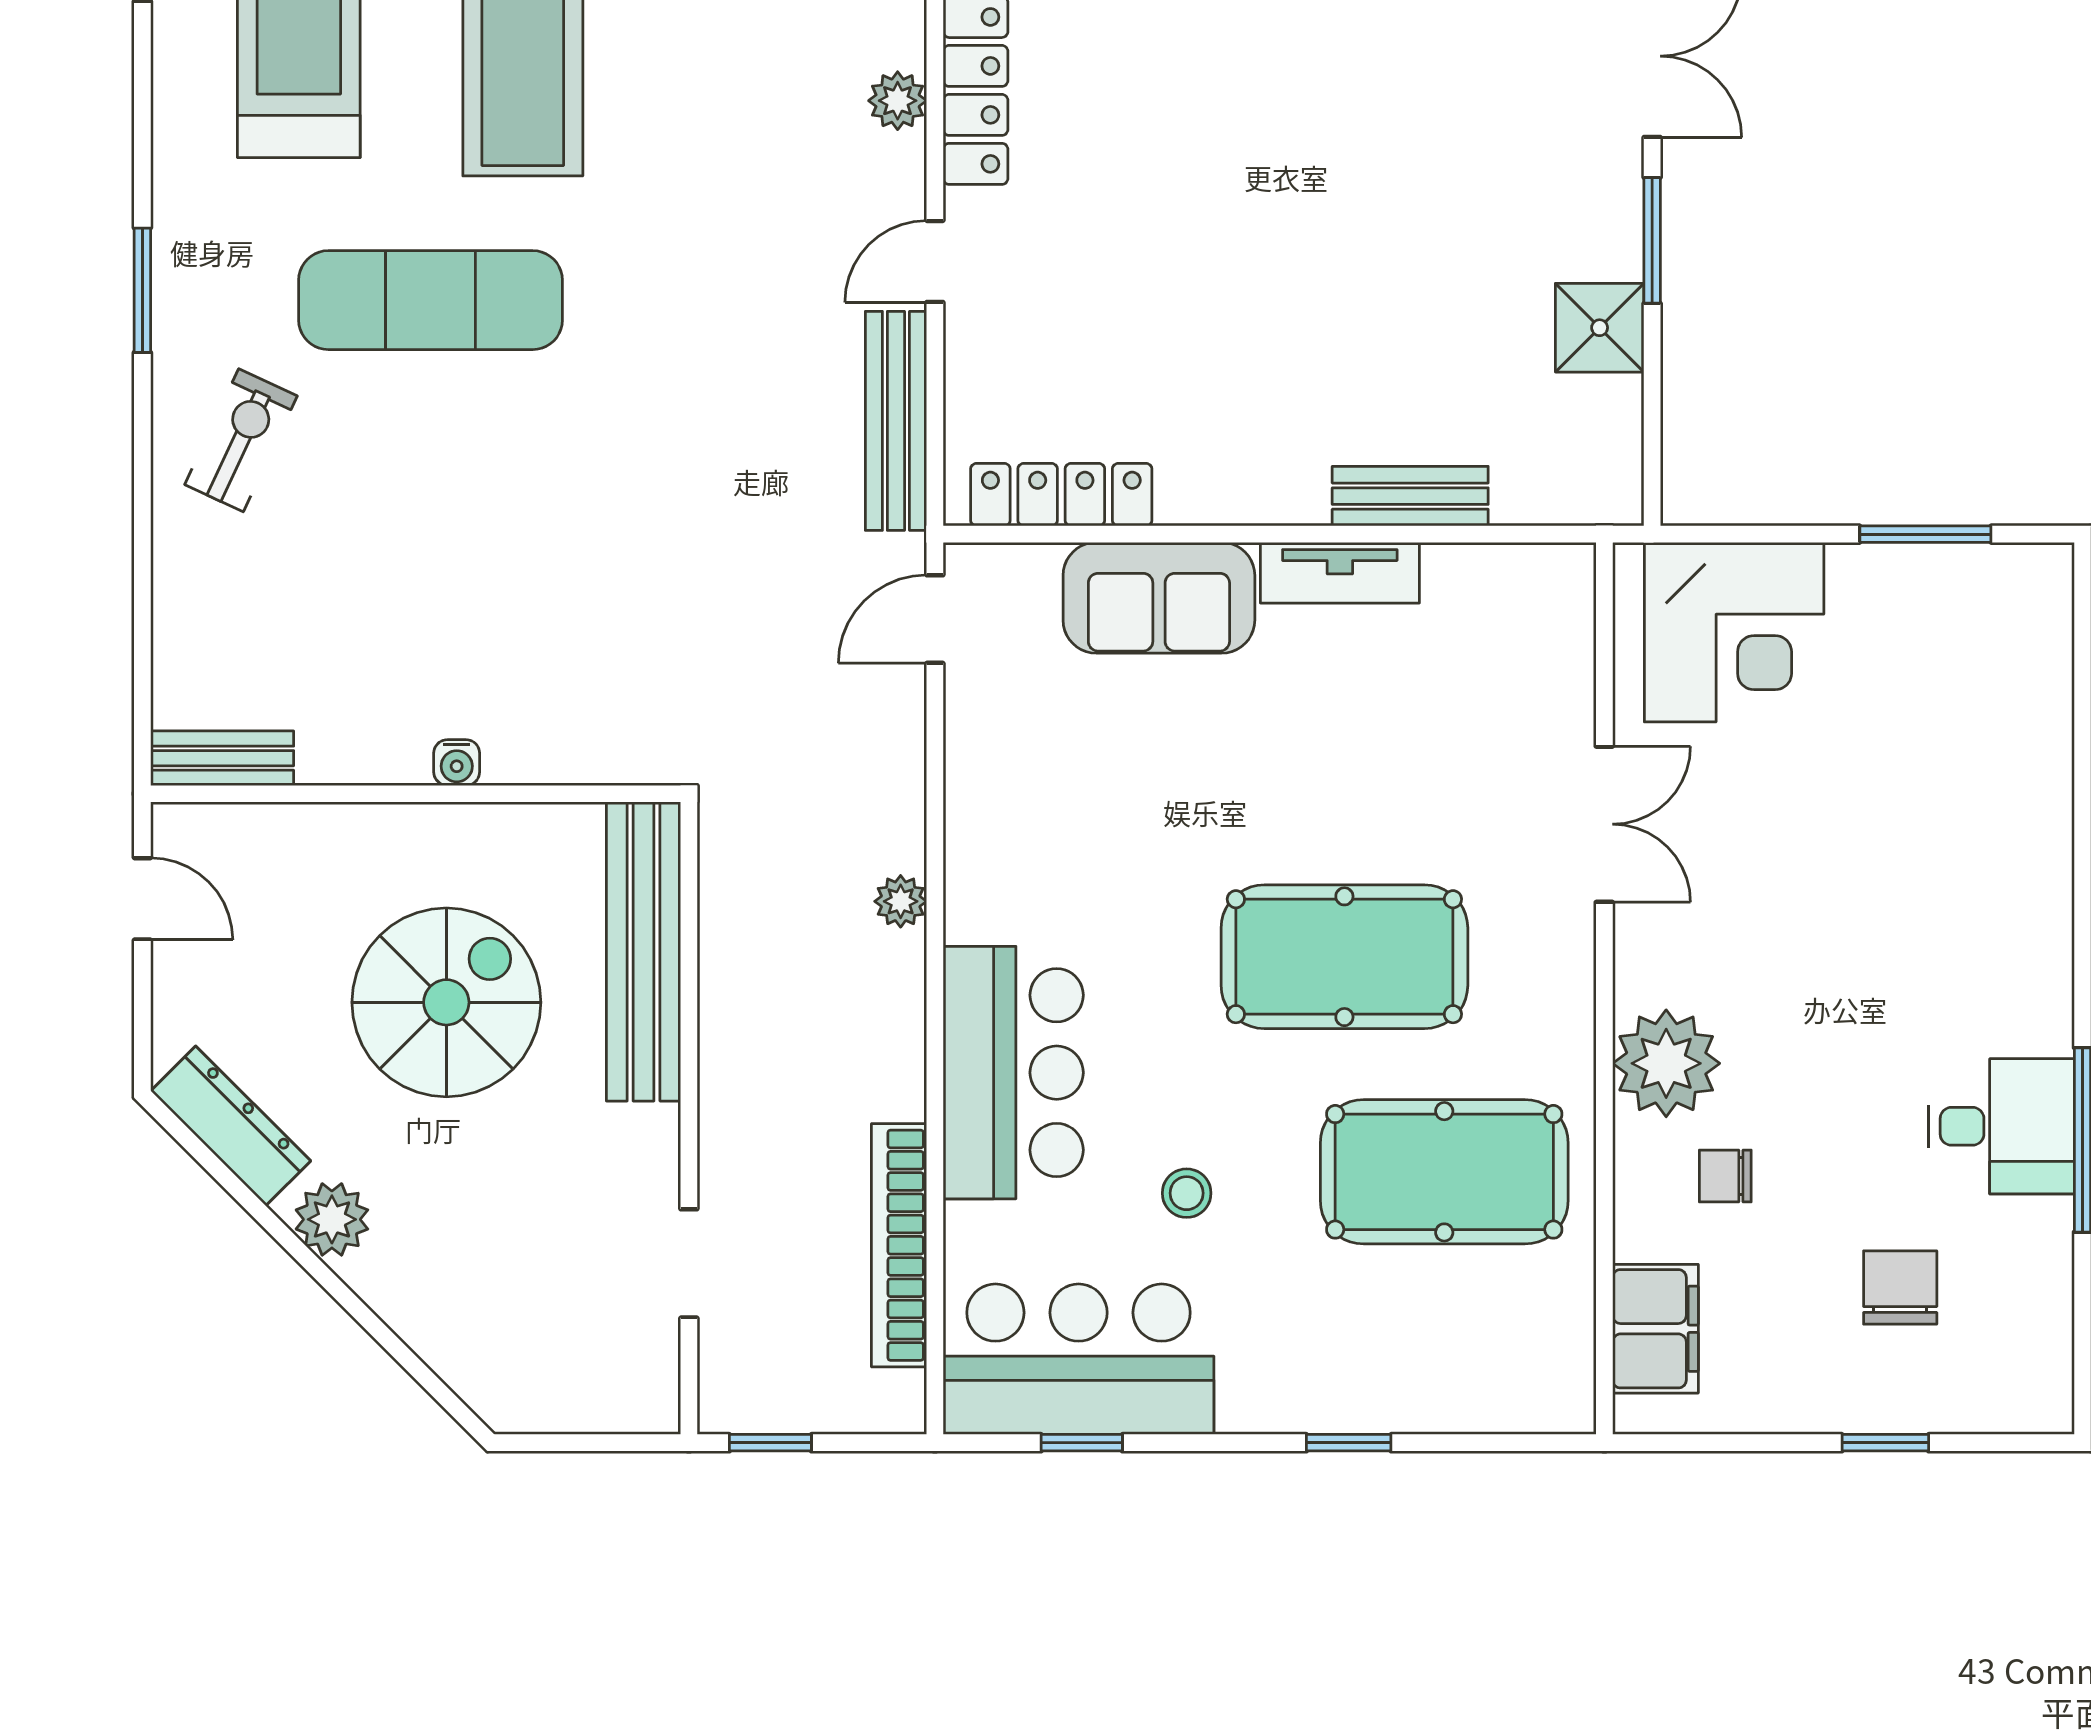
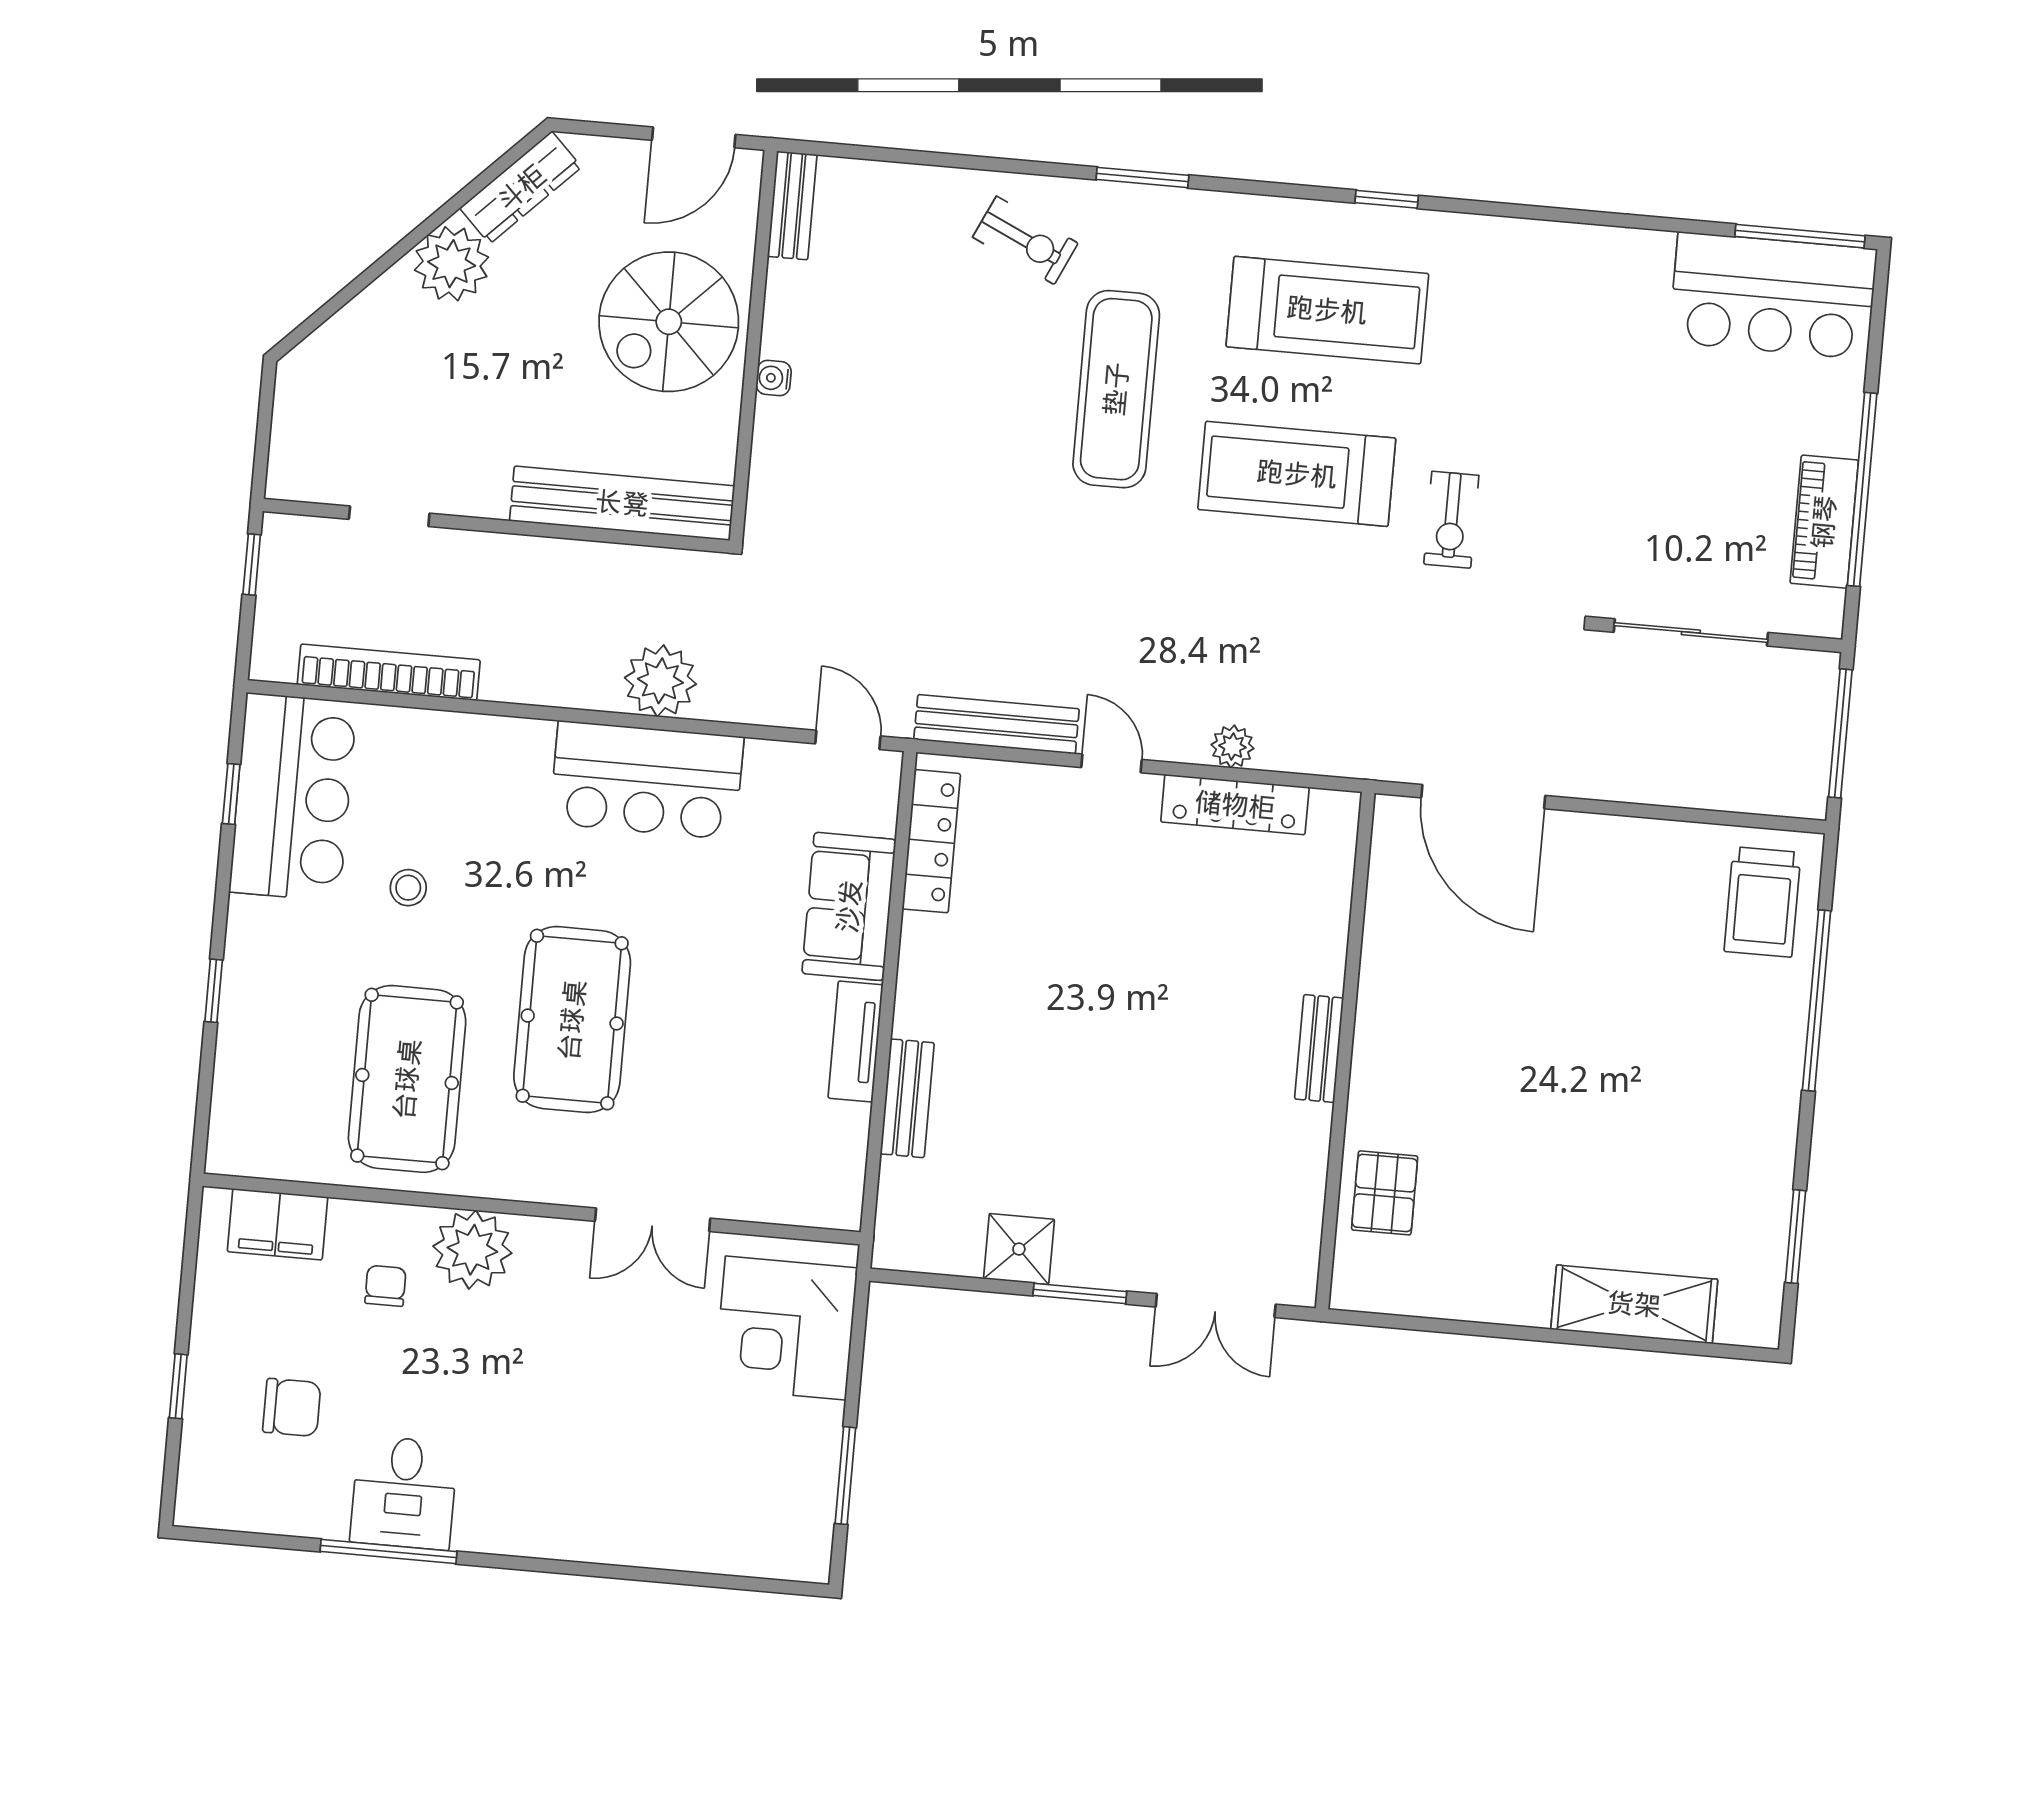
door: (142, 899) -> (694, 137), width x1.38
plant: (901, 901) -> (660, 681), width x1.88, depth x1.88
spiral stairs: (446, 1002) -> (669, 322), moved, turned 90
bar counter: (1013, 1073) -> (647, 780), moved
plant: (332, 1219) -> (452, 264), width x1.36, depth x1.36

